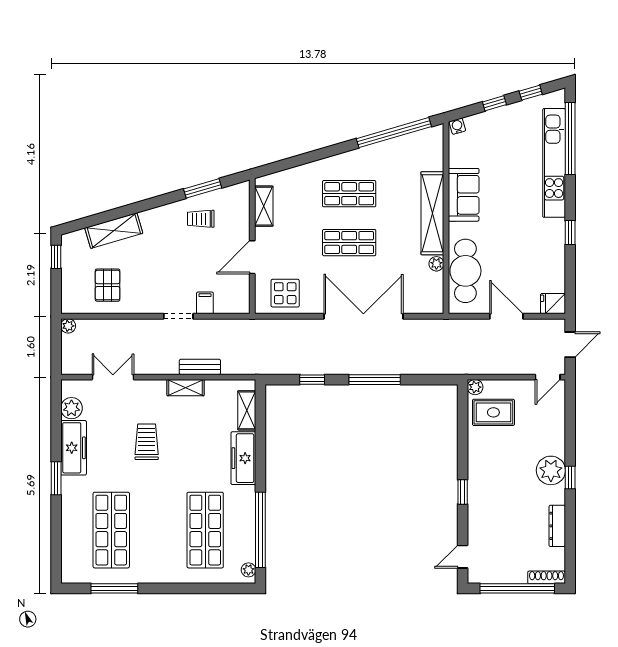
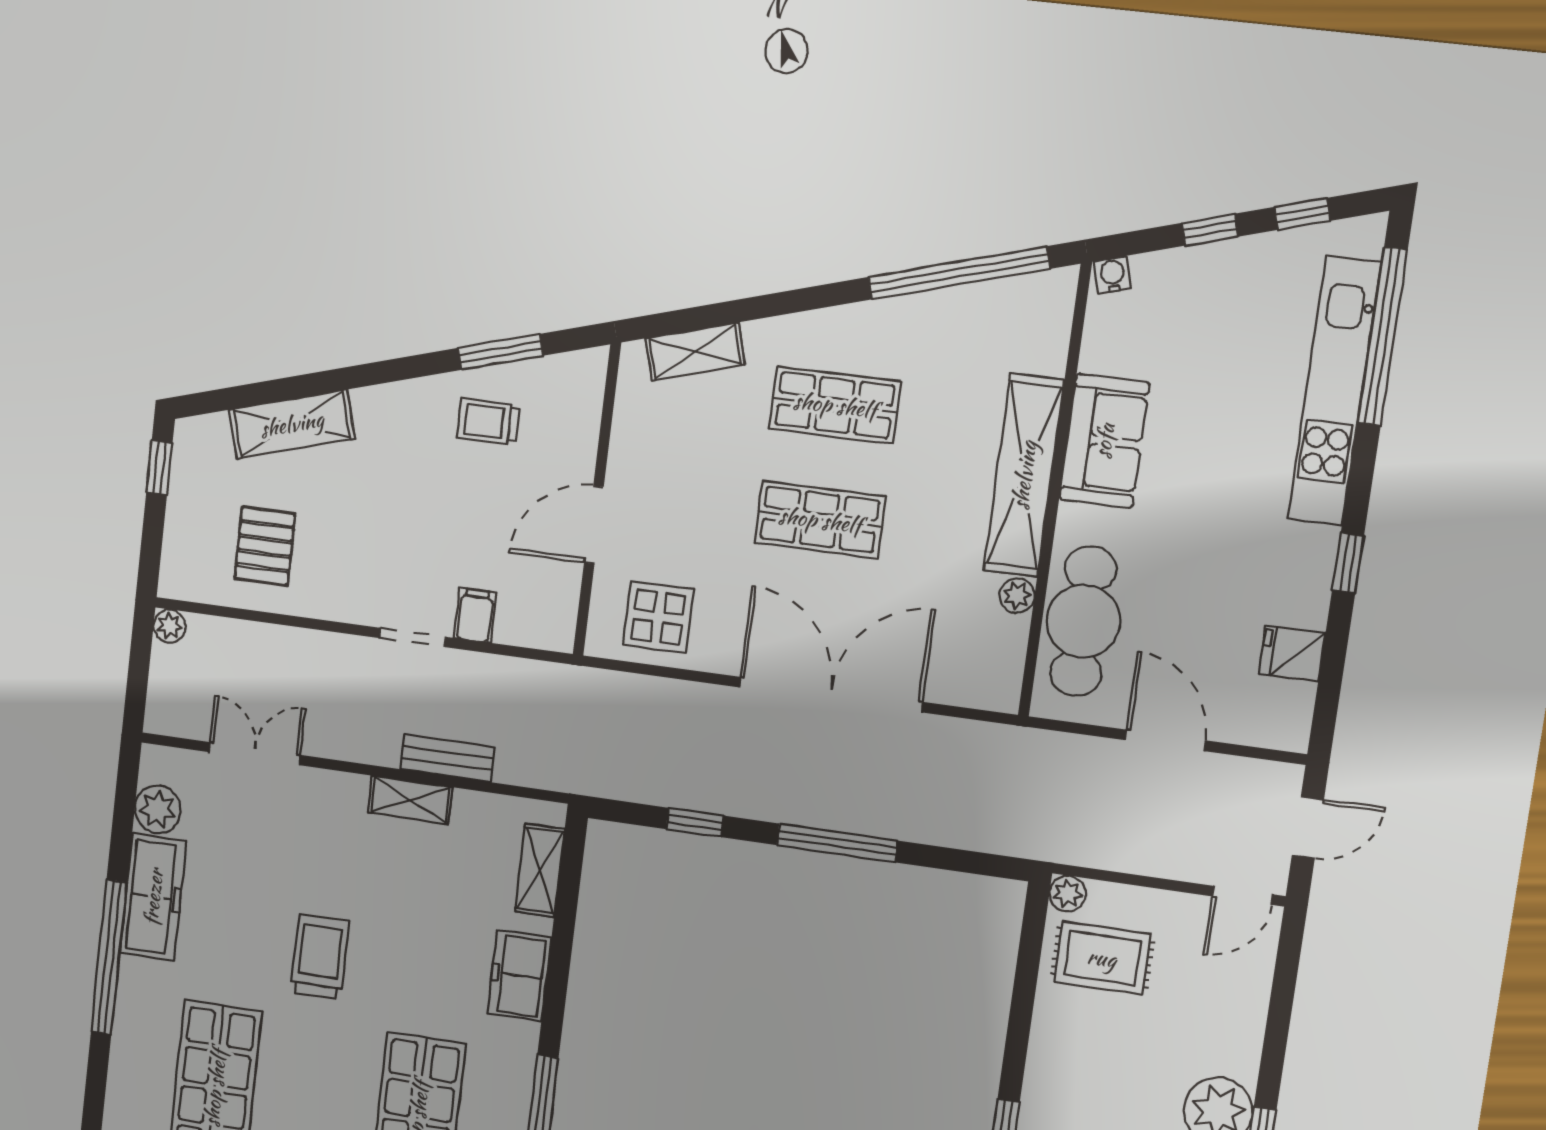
shelving: (264, 206) -> (695, 352), moved, turned 74
fridge: (553, 304) -> (1292, 654), moved
trolley: (147, 442) -> (320, 957), moved
freezer: (243, 458) -> (519, 976), width x0.71
window: (56, 478) -> (109, 957), width x2.11

